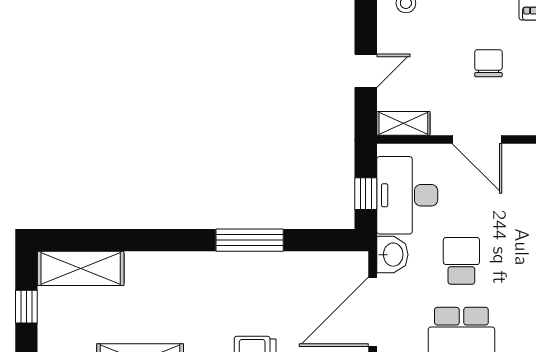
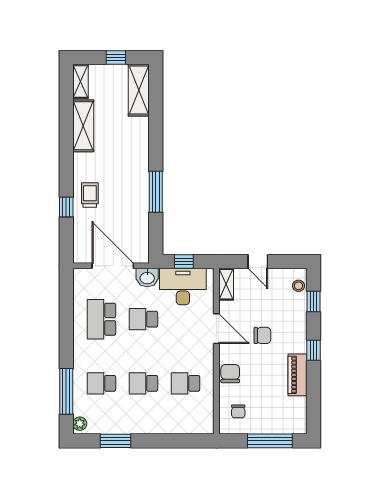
door: (477, 140) -> (216, 329), swing flipped
school desk: (461, 261) -> (143, 319), turned 180

